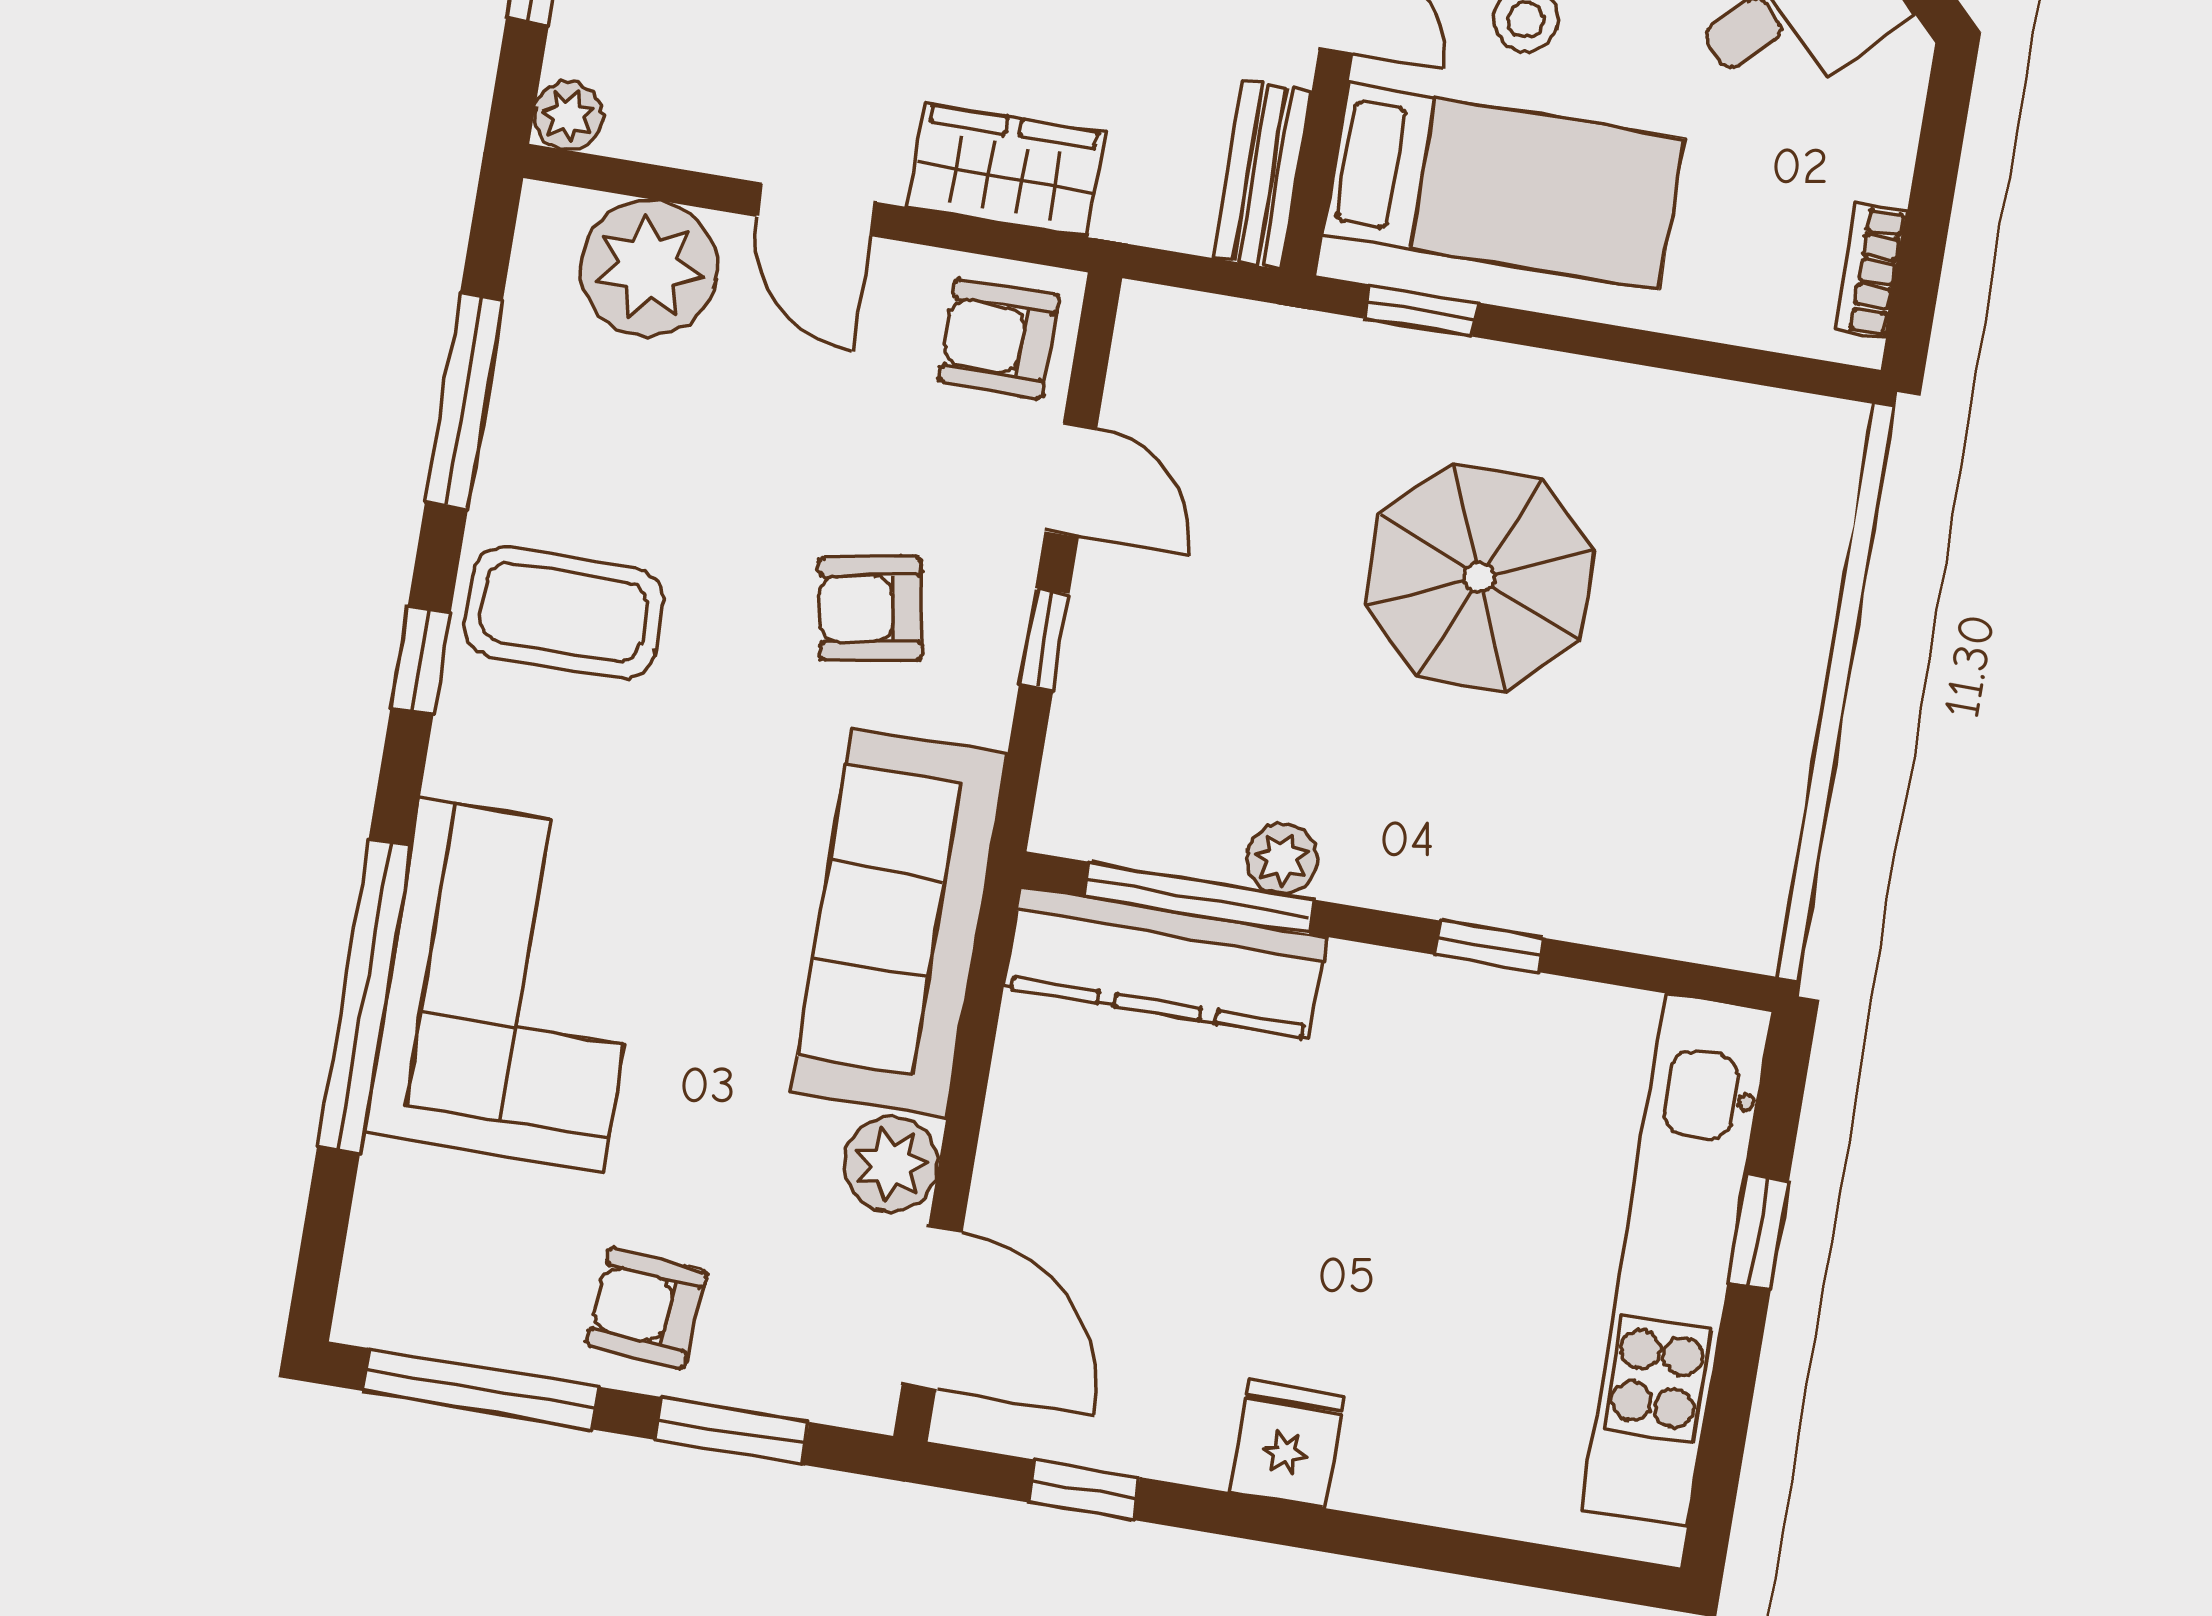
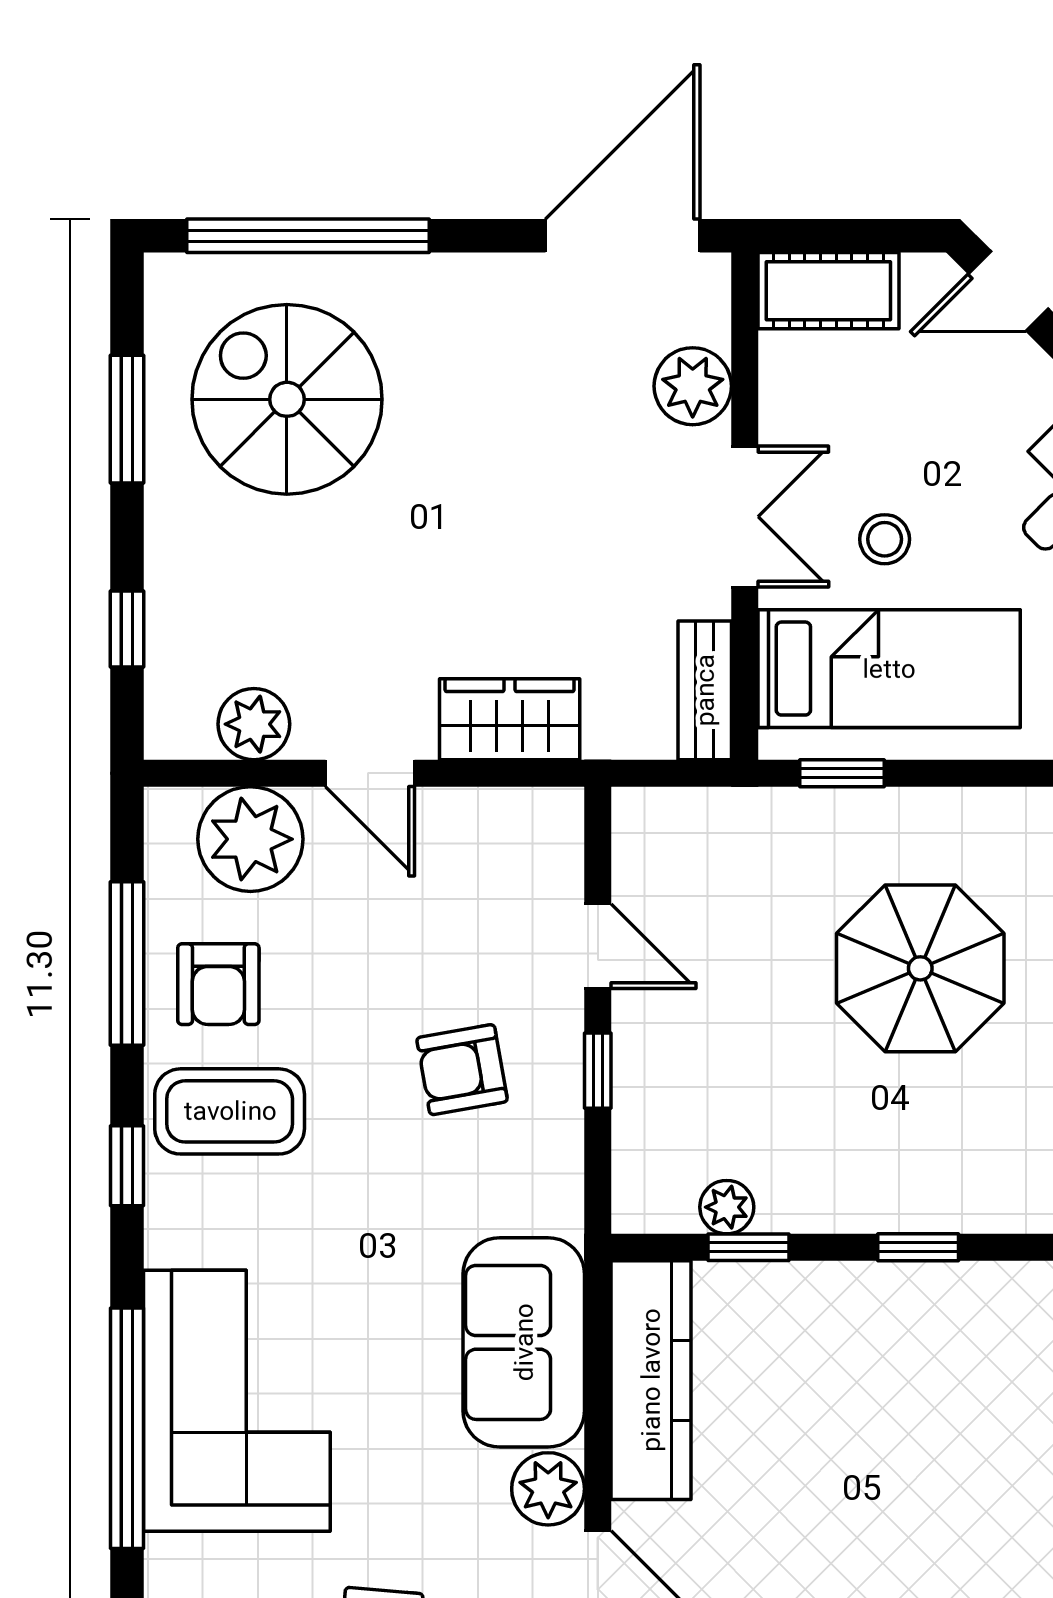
plant: (568, 116) -> (254, 724), moved, width x1.38, depth x1.38
armchair: (999, 339) -> (218, 984), moved, turned -90
plant: (1282, 859) -> (727, 1207), moved
window: (1199, 898) -> (748, 1247), width x0.46
sofa: (899, 923) -> (524, 1342), width x0.73
window: (1489, 946) -> (918, 1247), moved
kitchen counter: (1165, 962) -> (651, 1380), moved, turned -90

